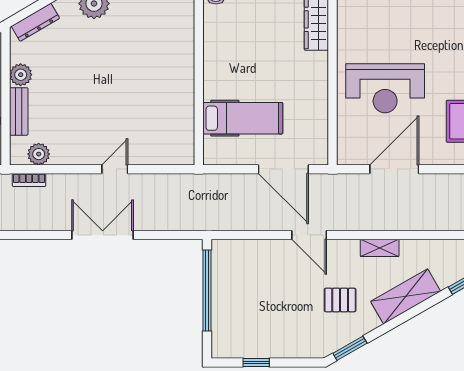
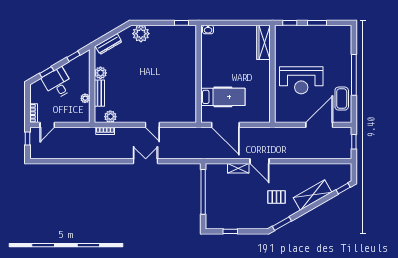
door: (115, 169) -> (152, 125), swing flipped
door: (283, 169) -> (225, 125), moved
door: (394, 169) -> (319, 125), moved
double door: (103, 235) -> (146, 161), width x0.73
shelving: (380, 248) -> (238, 168), moved

